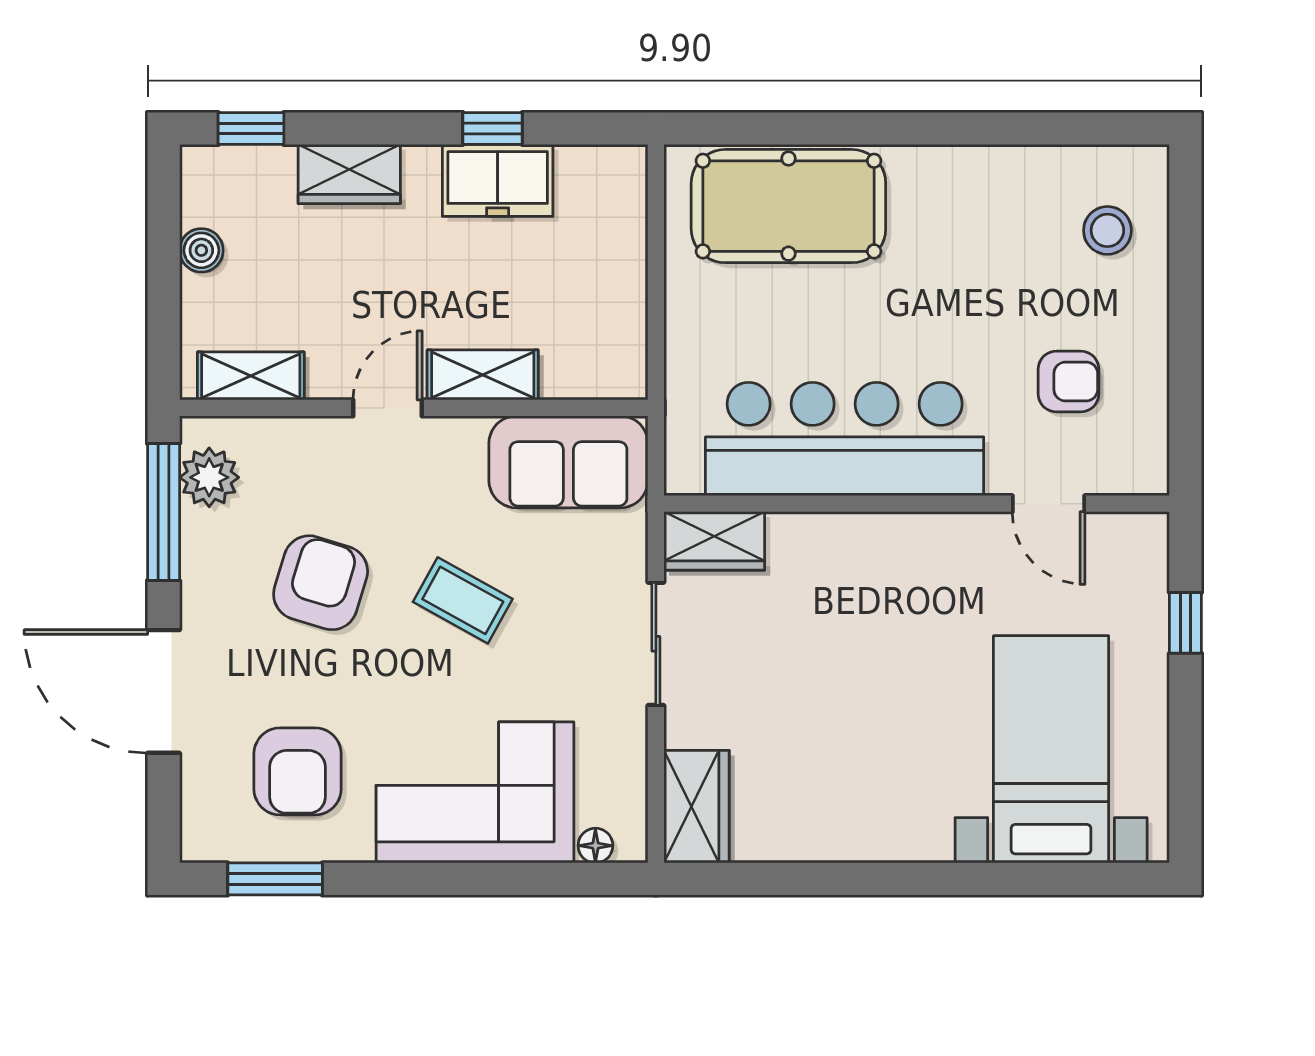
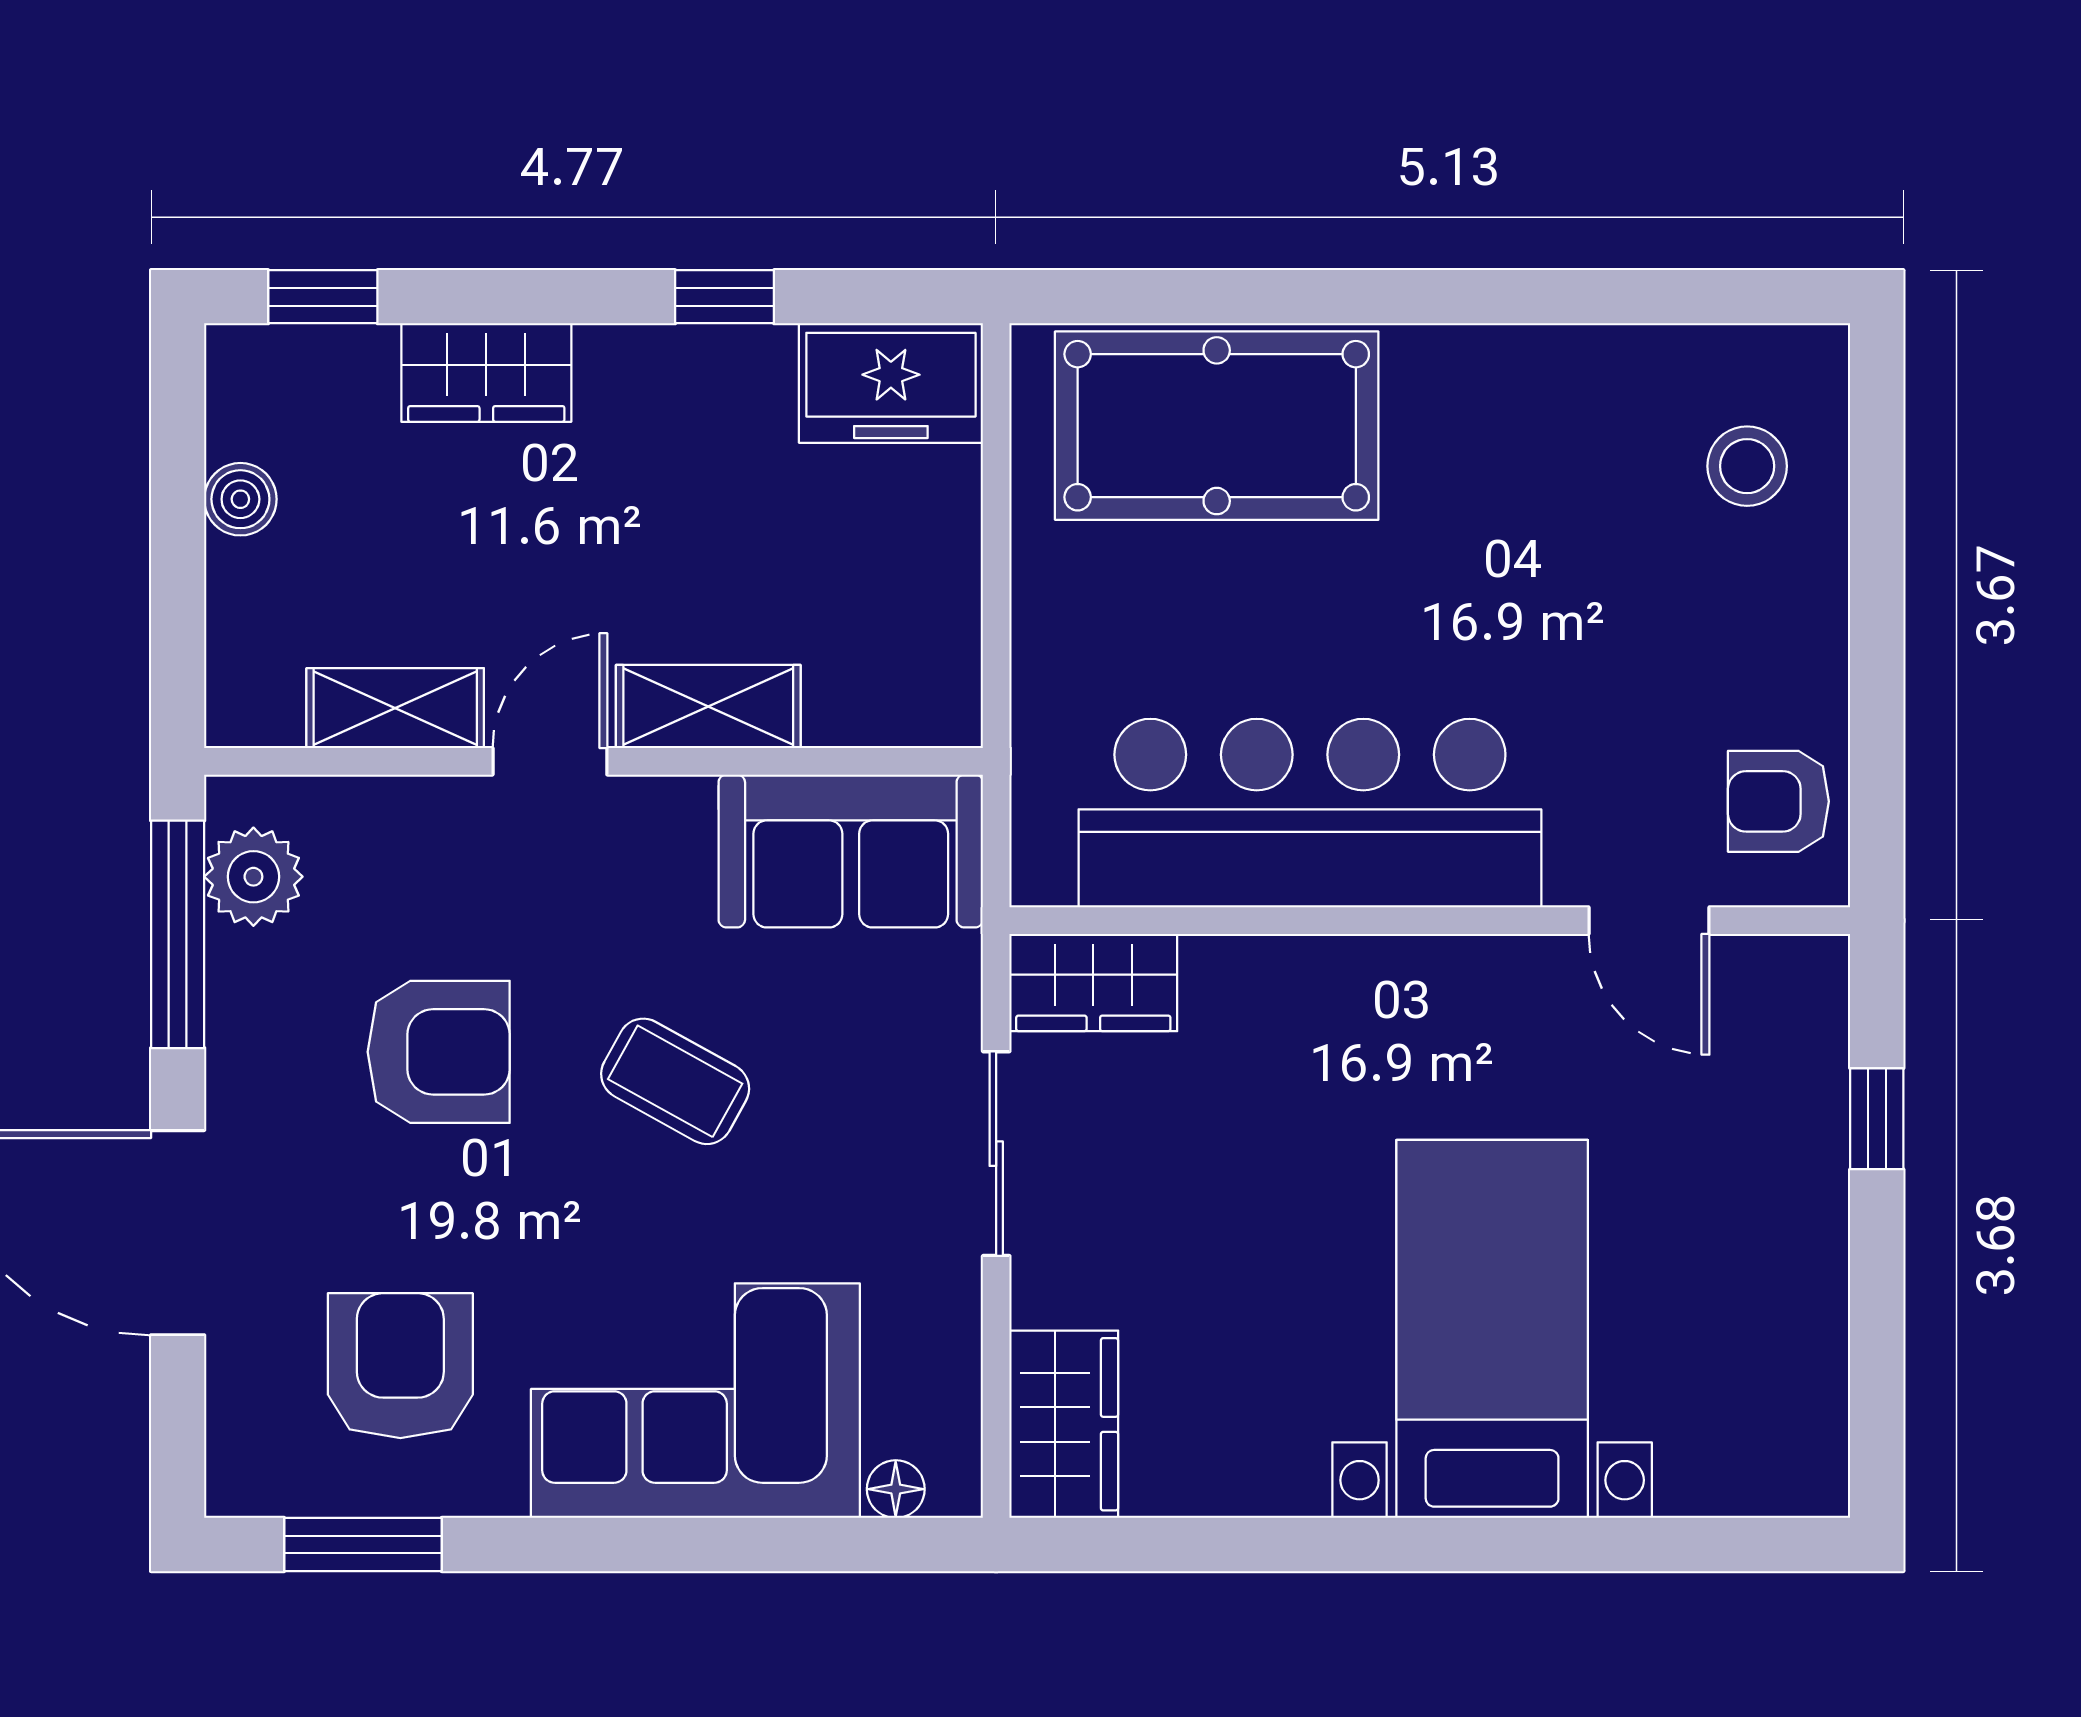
freezer: (498, 180) -> (891, 383), moved
shelving: (251, 376) -> (395, 708), moved
armchair: (1069, 382) -> (1778, 801), moved, turned 180
armchair: (321, 583) -> (439, 1052), turned 73
bed with nightstands: (1051, 749) -> (1492, 1329), moved
armchair: (298, 771) -> (400, 1366), turned 180

